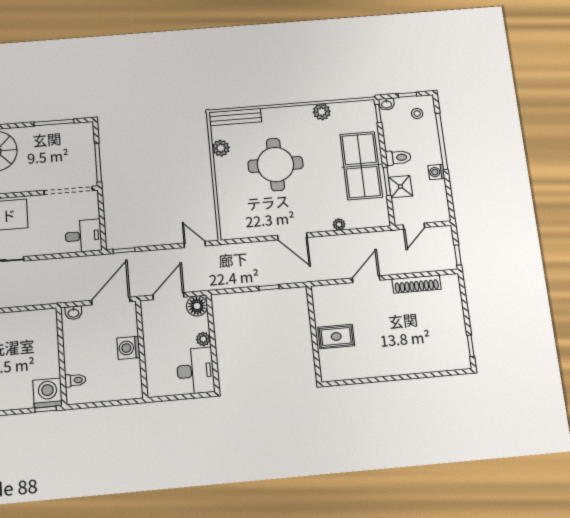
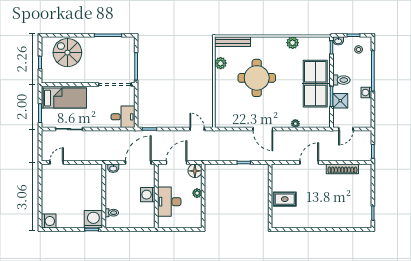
desk: (195, 371) -> (169, 202), moved, turned 180

